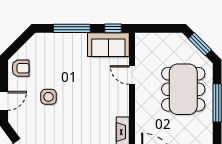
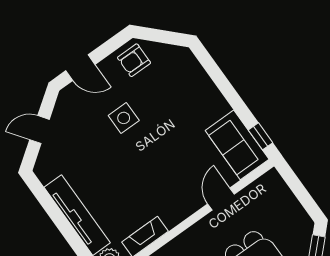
window: (72, 28) -> (225, 87), removed
armchair: (21, 68) -> (134, 60), turned 90

